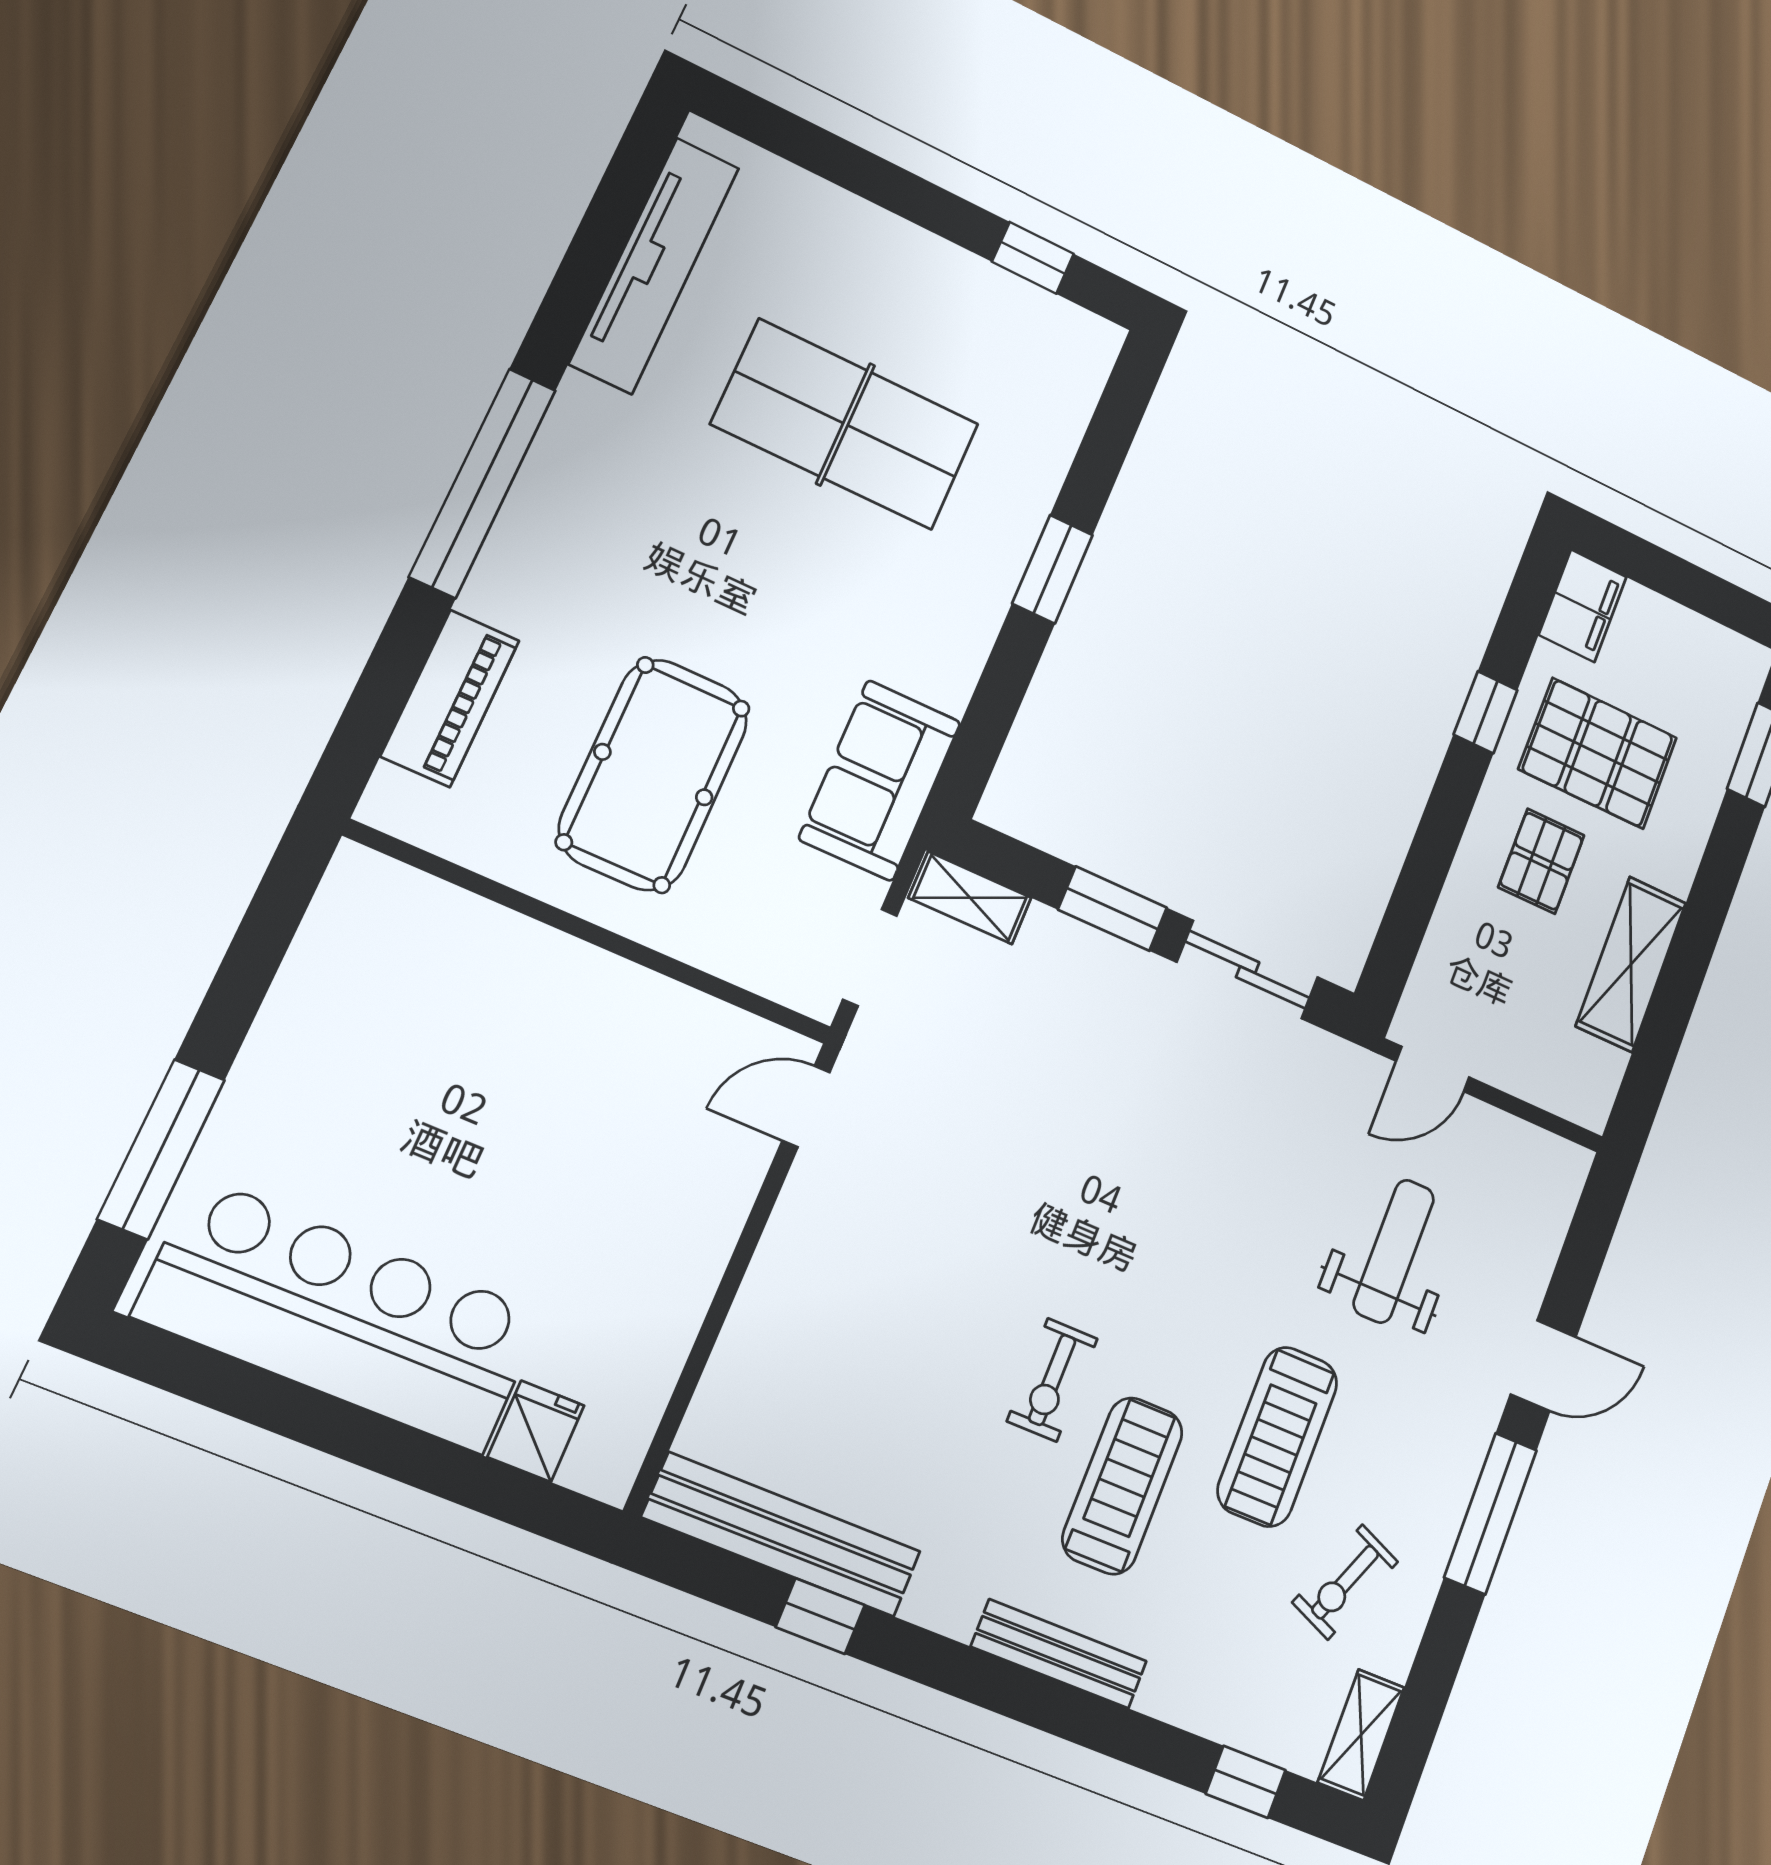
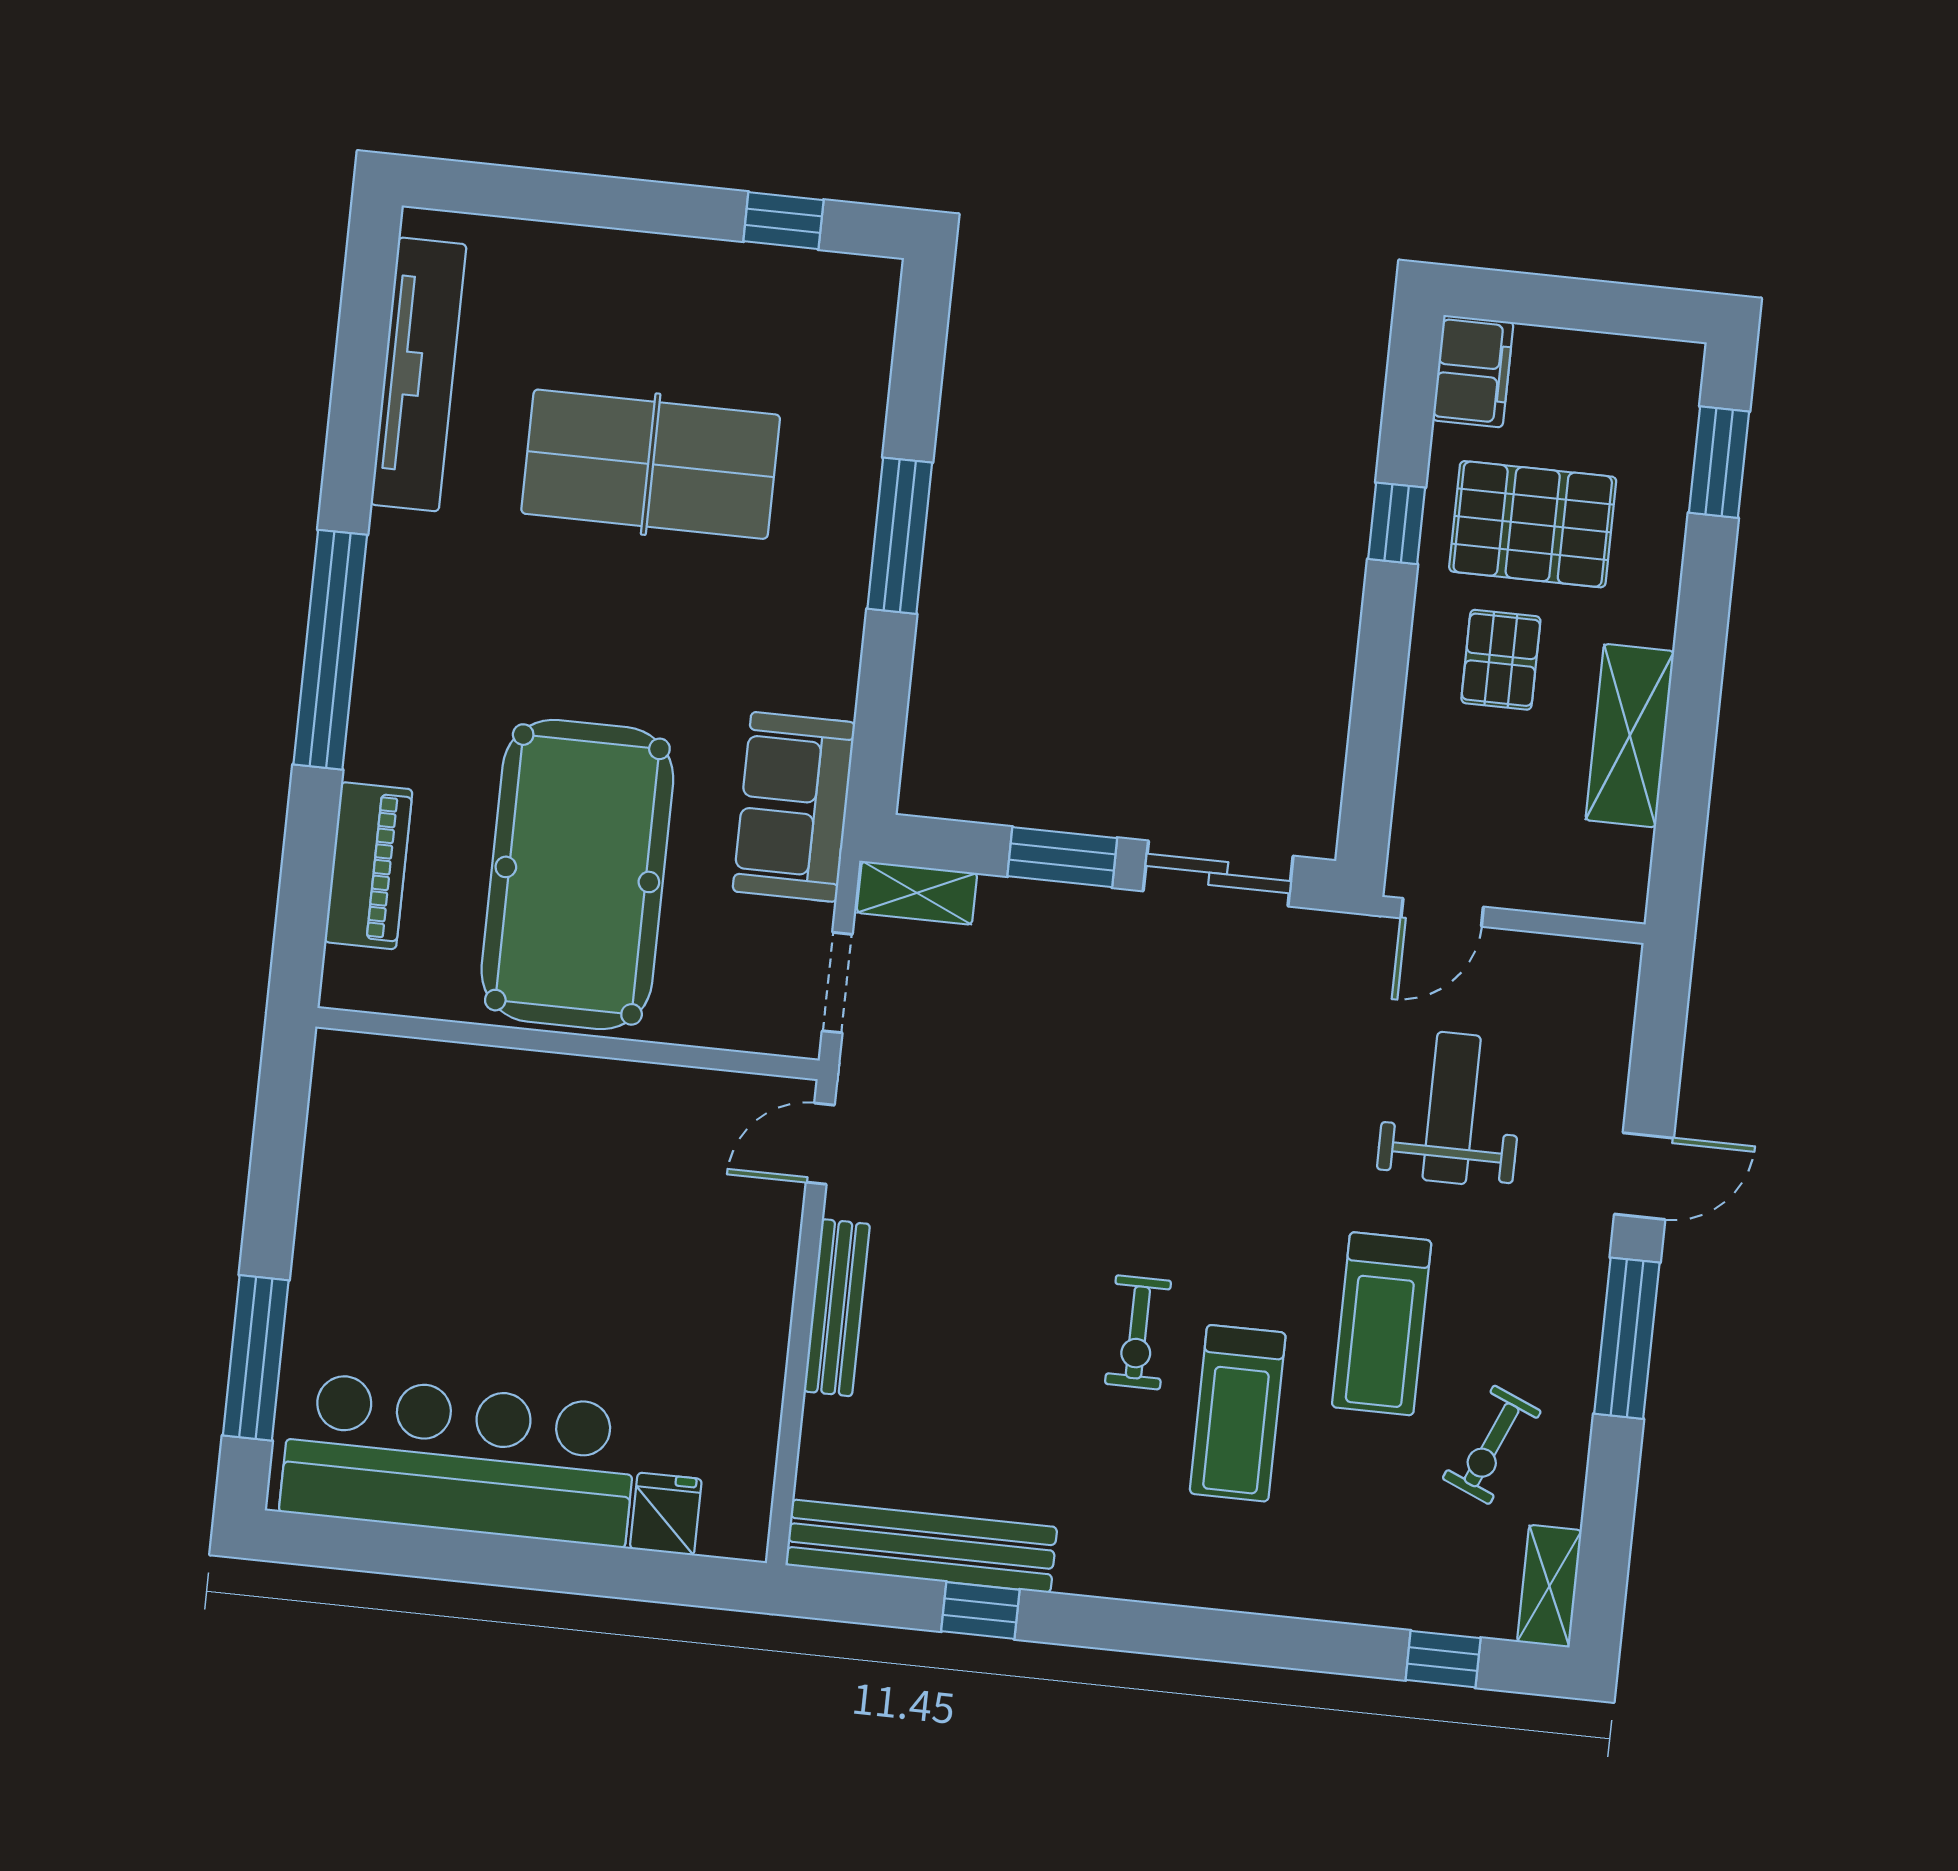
window: (1052, 569) -> (900, 536), width x1.44
pool table: (653, 775) -> (577, 874), width x1.36, depth x1.32
treadmill: (1123, 1486) -> (1238, 1413), turned 180
bench: (1059, 1654) -> (837, 1308), moved, turned 90

